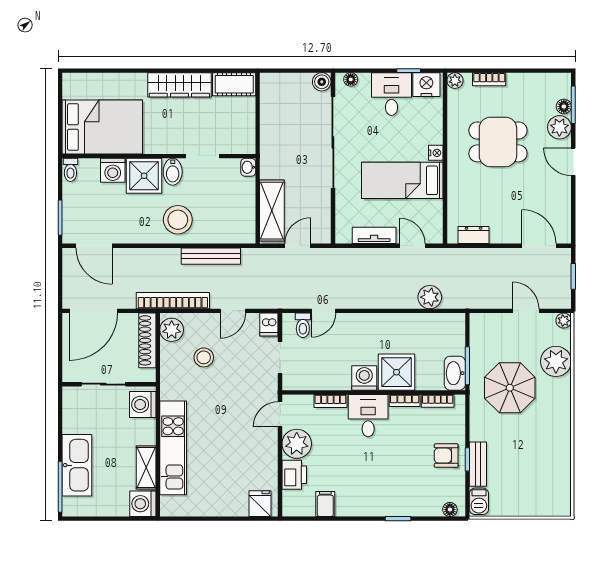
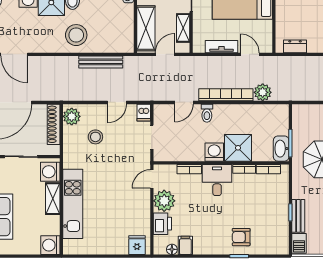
shelving: (322, 210) -> (183, 28), added
bookcase: (173, 301) -> (226, 95), moved
toilet: (303, 325) -> (207, 113), moved
armchair: (446, 456) -> (241, 237), moved
shelving: (146, 468) -> (53, 199), moved
floor lamp: (450, 510) -> (172, 249), moved

